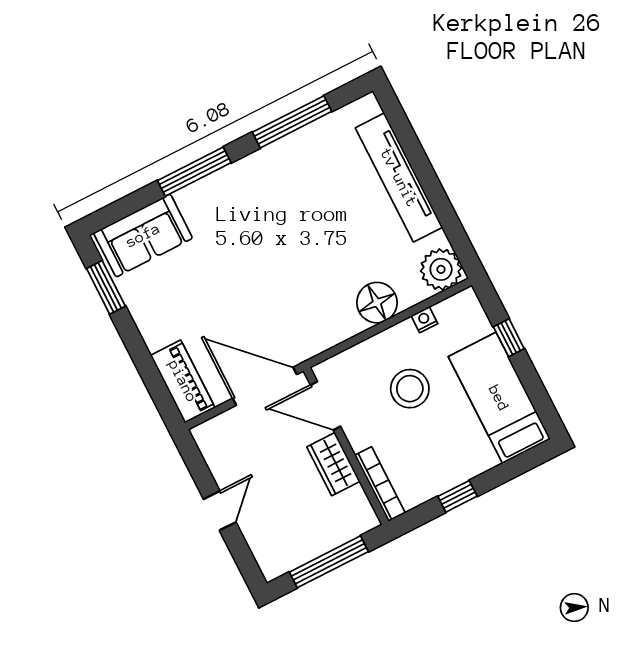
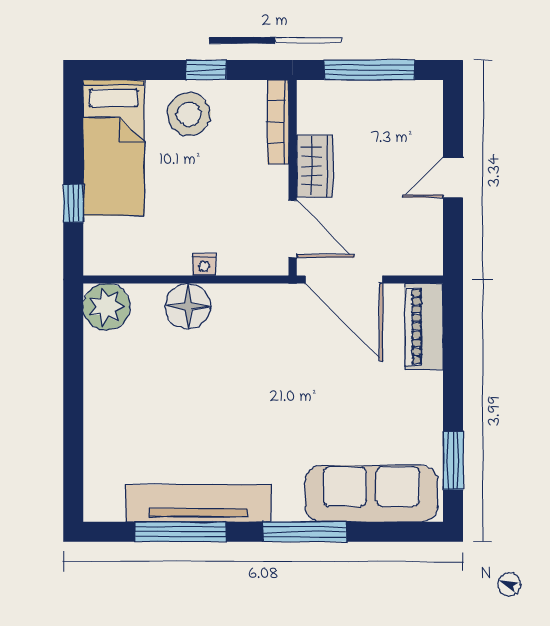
tv unit: (399, 178) -> (198, 503), moved, turned -90
sofa: (143, 235) -> (371, 494), width x1.36
nightstand: (424, 320) -> (204, 265), moved
stool: (410, 389) -> (189, 114), moved

